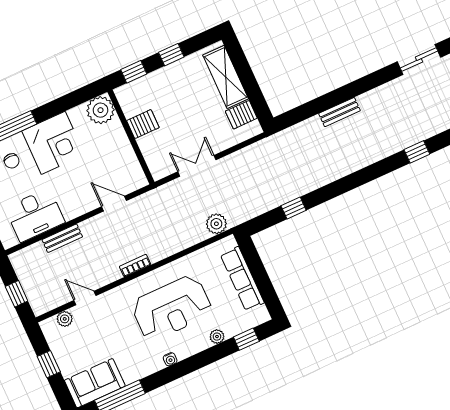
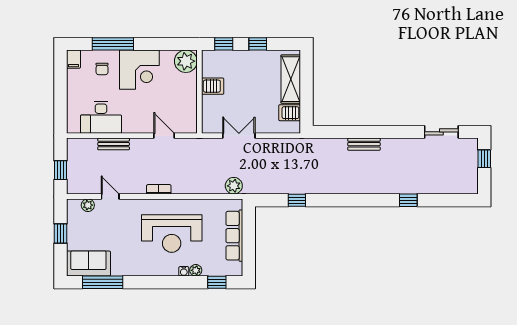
water cooler: (170, 359) -> (184, 271), moved

